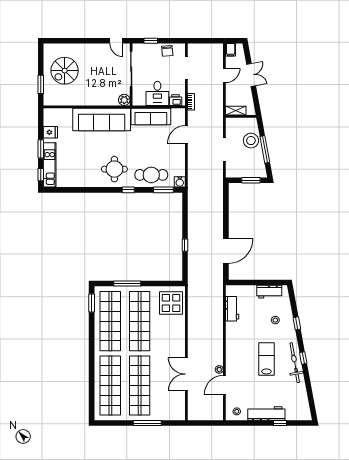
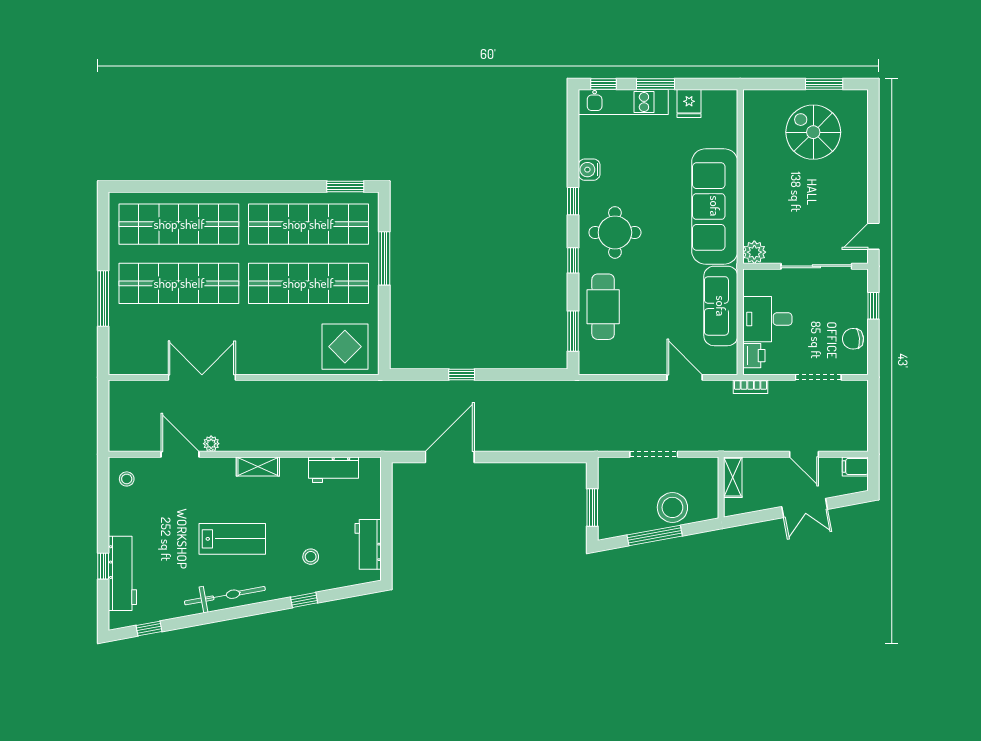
window: (41, 84) -> (824, 84), moved
water cooler: (180, 182) -> (589, 170), moved
window: (99, 190) -> (573, 201), added
door: (226, 251) -> (450, 457), swing flipped
shelving: (231, 346) -> (258, 466), added
window: (303, 358) -> (149, 629), moved
workbench: (266, 413) -> (122, 573), moved

